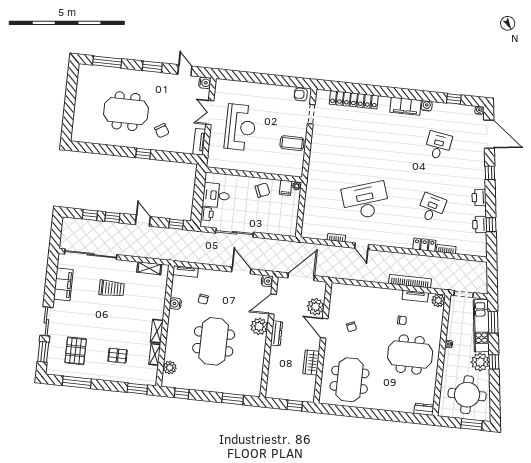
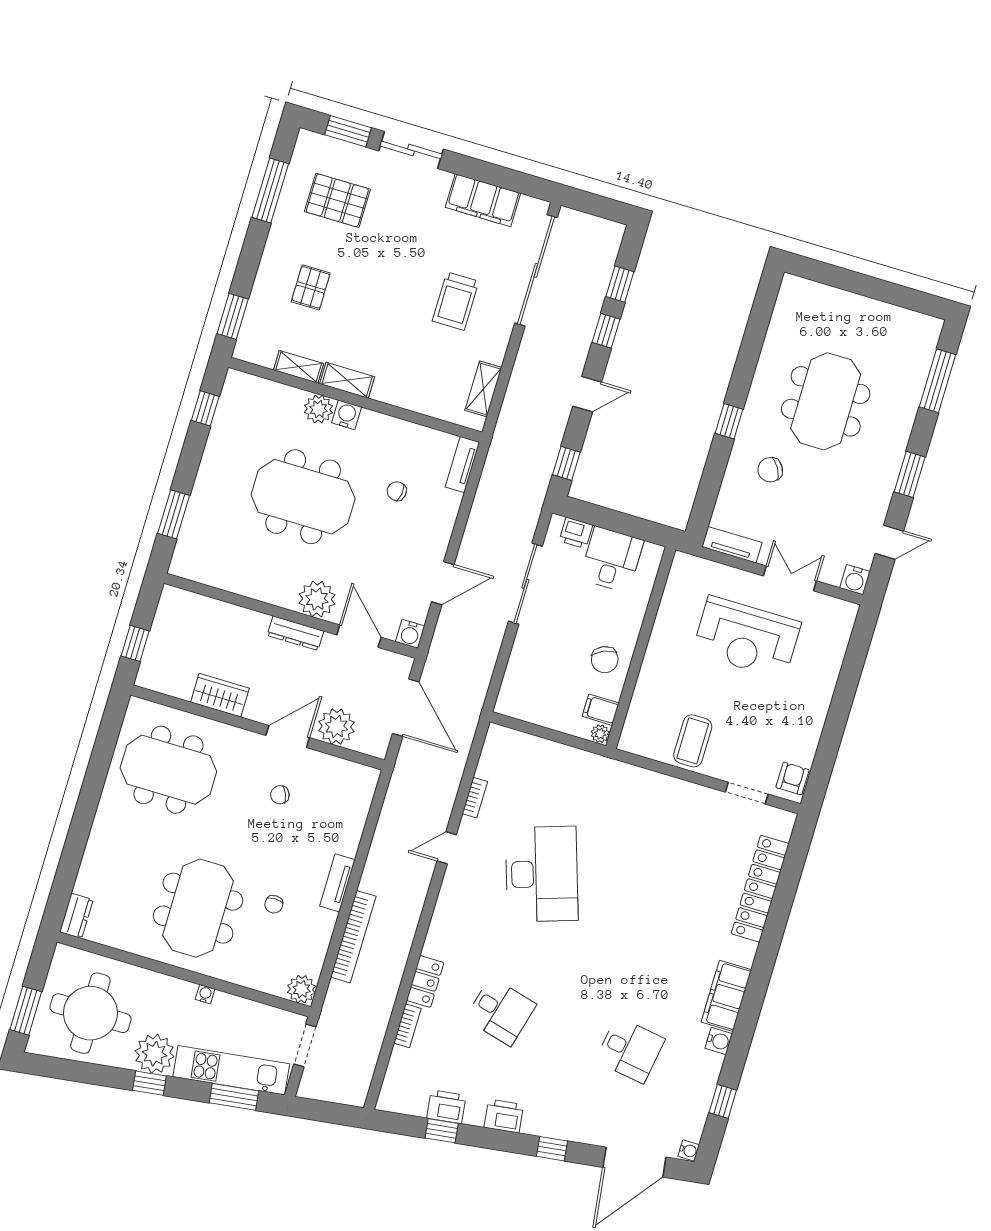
tv unit: (415, 296) -> (337, 883), moved
water cooler: (175, 303) -> (347, 415), moved
plant: (170, 368) -> (318, 409), moved

